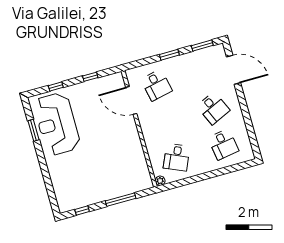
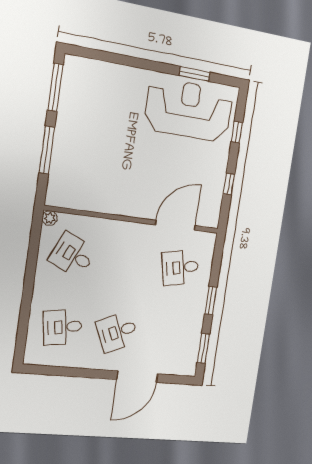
door: (234, 70) -> (137, 377), moved
window: (82, 210) -> (55, 87), width x2.17

